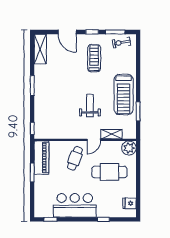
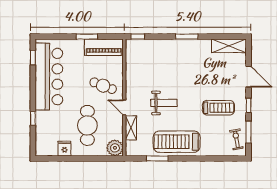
door: (67, 32) -> (249, 77), swing flipped
fridge: (130, 203) -> (64, 149), moved
bar counter: (75, 205) -> (49, 77), width x1.36

